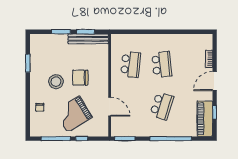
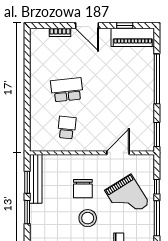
school desk: (131, 64) -> (67, 127), width x0.54
school desk: (162, 106) -> (117, 90), removed

